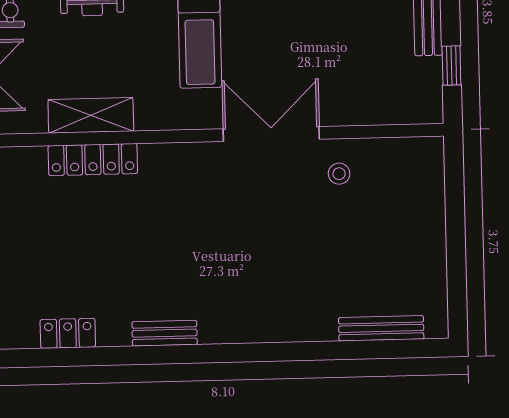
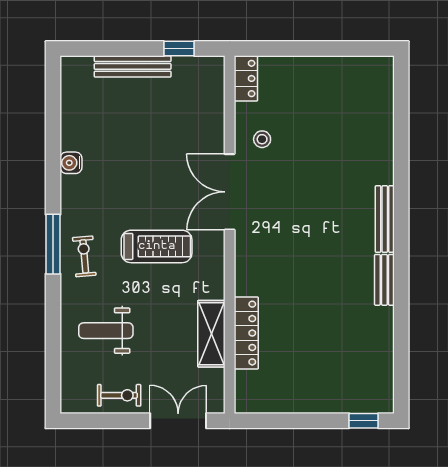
bench: (381, 328) -> (385, 219), moved
locker: (68, 333) -> (246, 78), moved, turned 180

